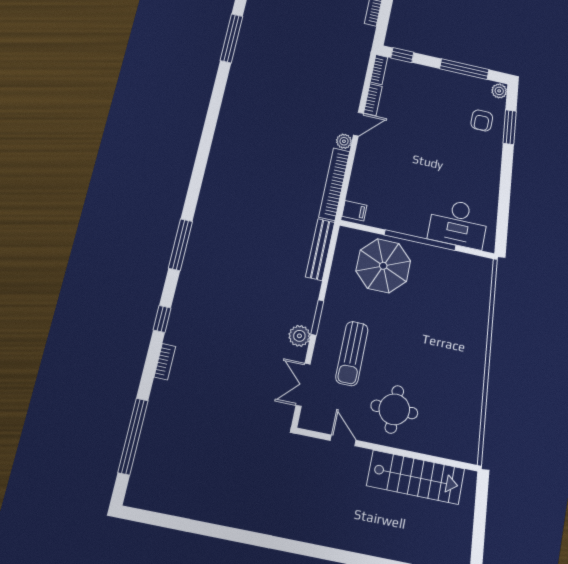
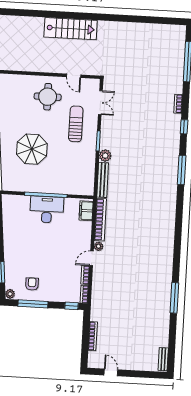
armchair: (482, 121) -> (32, 284), moved
filing cabinet: (354, 211) -> (86, 211), width x2.00
desk: (458, 224) -> (47, 209), moved
parasol: (383, 266) -> (32, 149), moved
plant: (299, 336) -> (105, 156), moved
stairs: (416, 477) -> (71, 29), moved, turned 180

